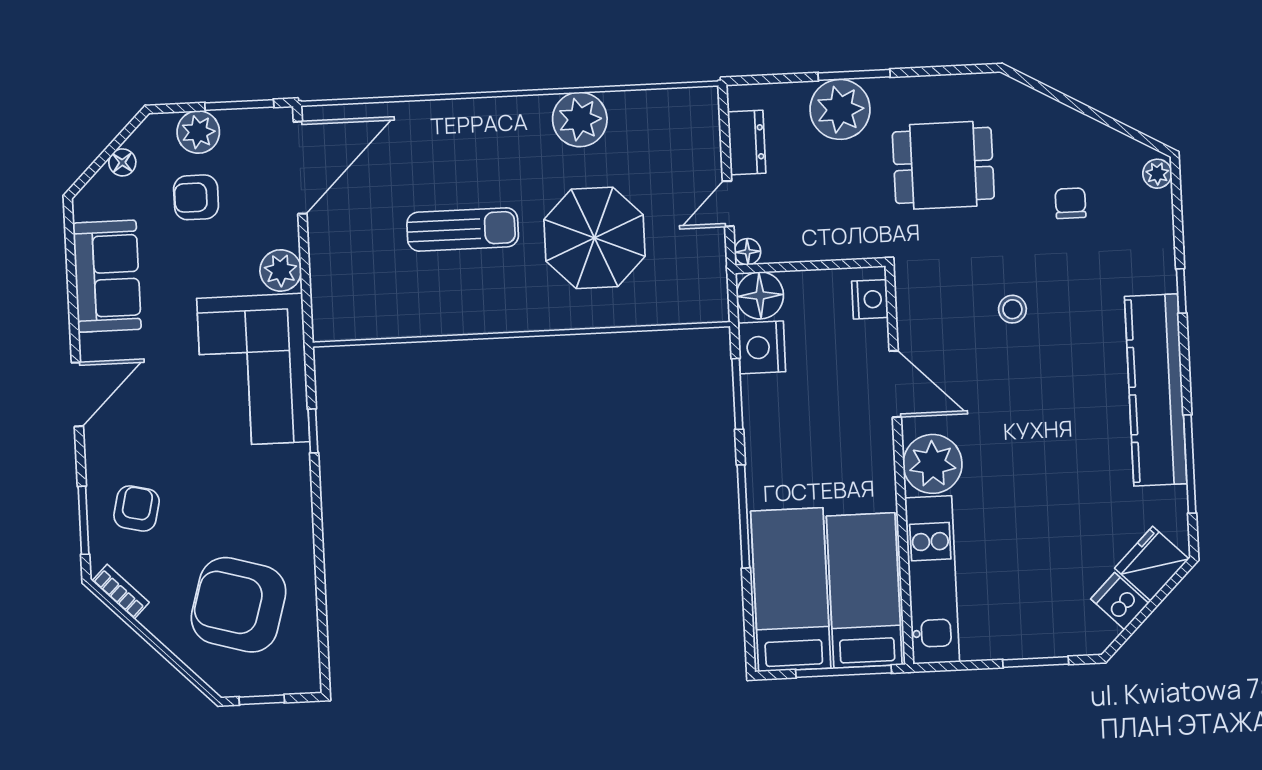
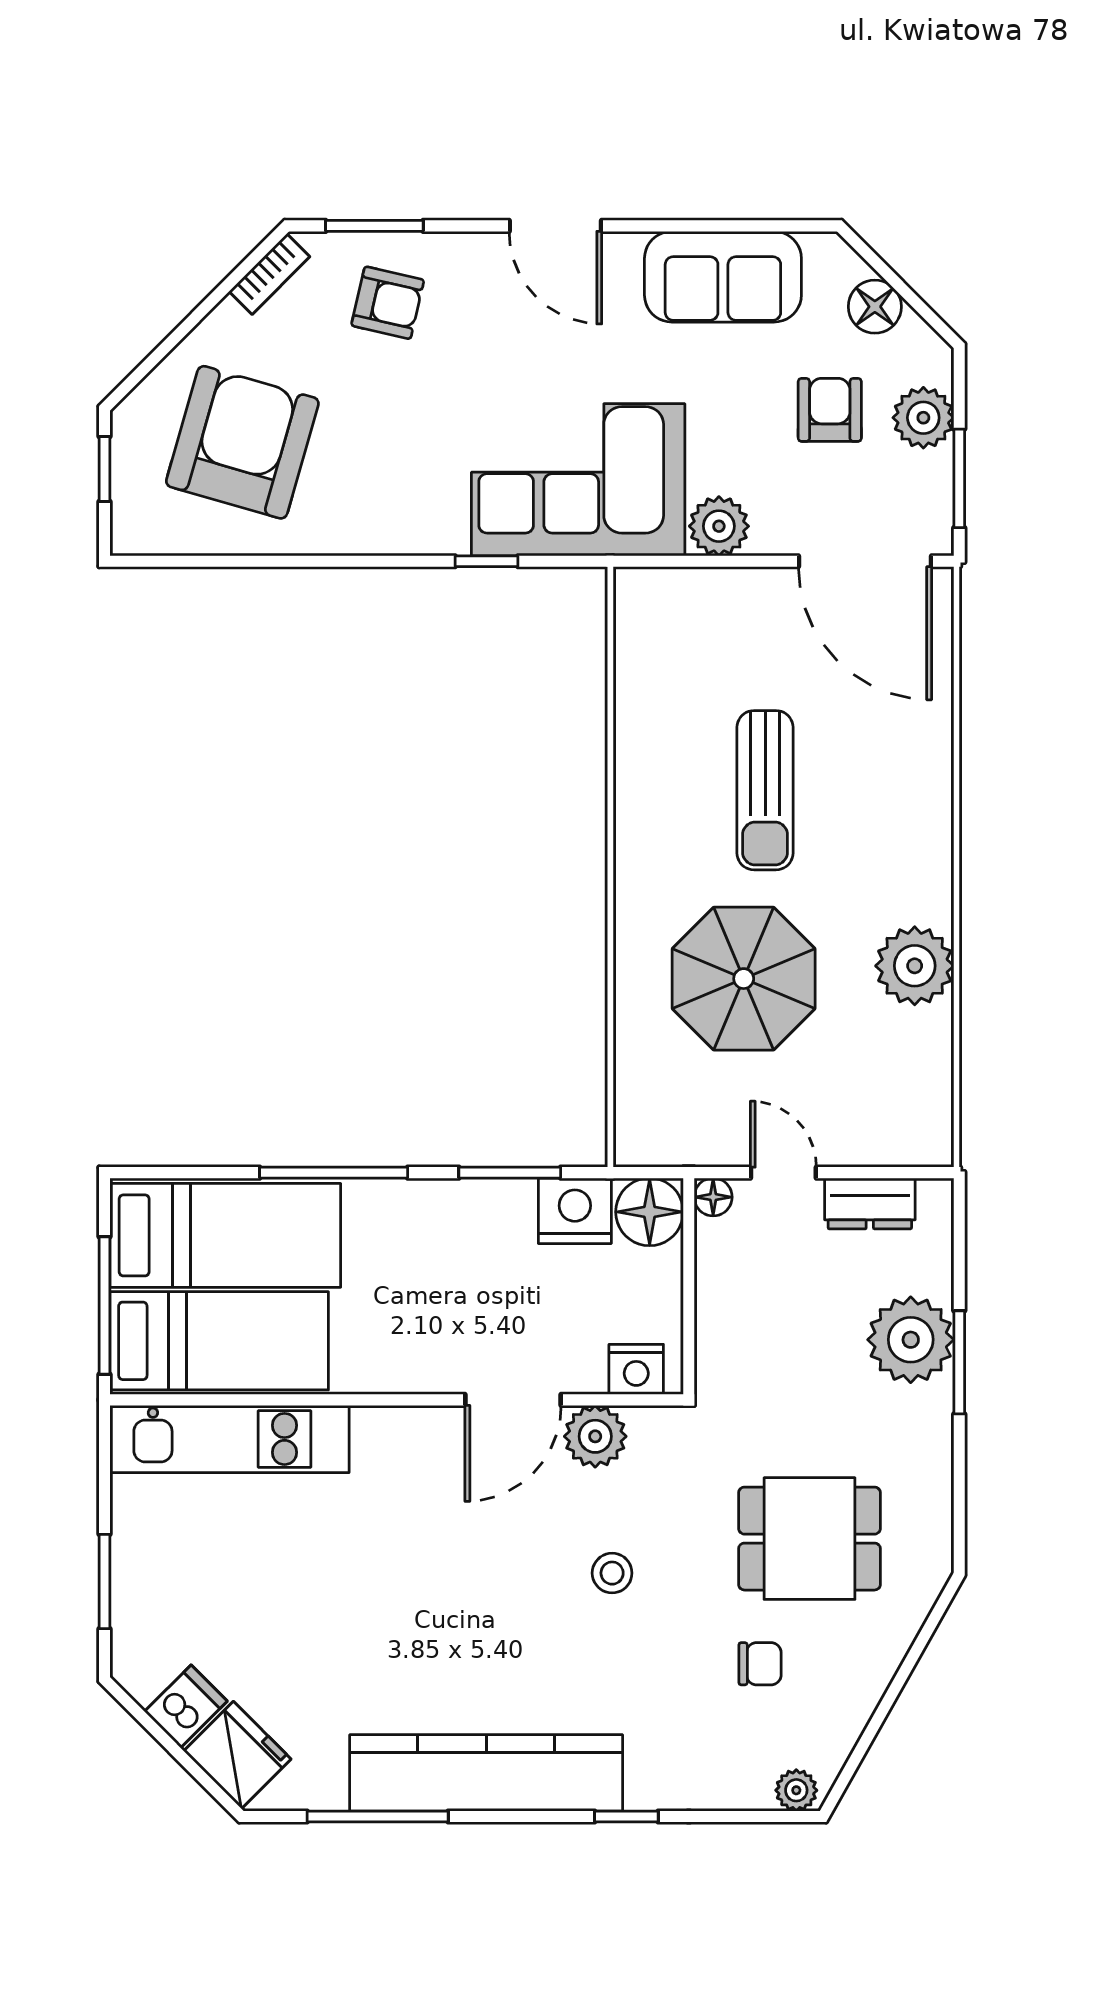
floor lamp: (122, 162) -> (875, 307), width x1.37, depth x1.37
dining table: (943, 165) -> (809, 1539), moved, turned 90
plant: (933, 464) -> (595, 1436), moved, width x0.73, depth x0.73

